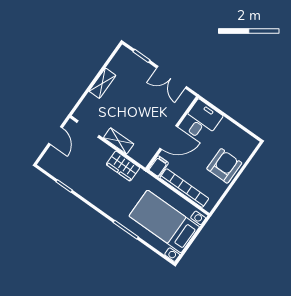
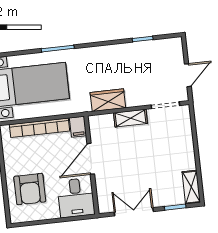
shelving: (102, 83) -> (191, 187), moved
door: (56, 136) -> (188, 75), swing flipped
armchair: (224, 166) -> (30, 189), moved

